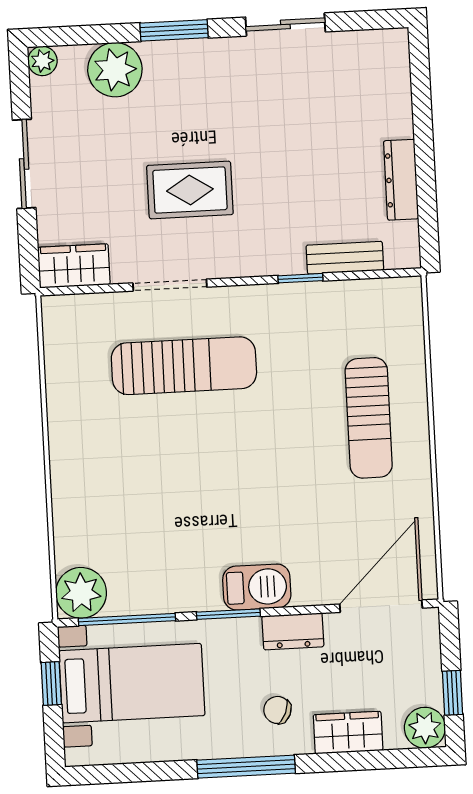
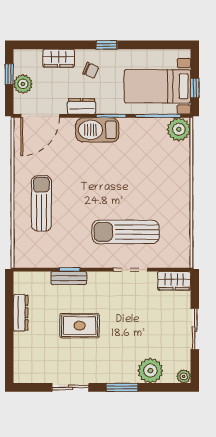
rug: (190, 190) -> (80, 326), moved
bench: (345, 258) -> (69, 278), moved
barbecue: (257, 587) -> (97, 130), width x1.37, depth x1.21
plant: (425, 728) -> (23, 84), moved
window: (246, 767) -> (107, 45), width x0.46

